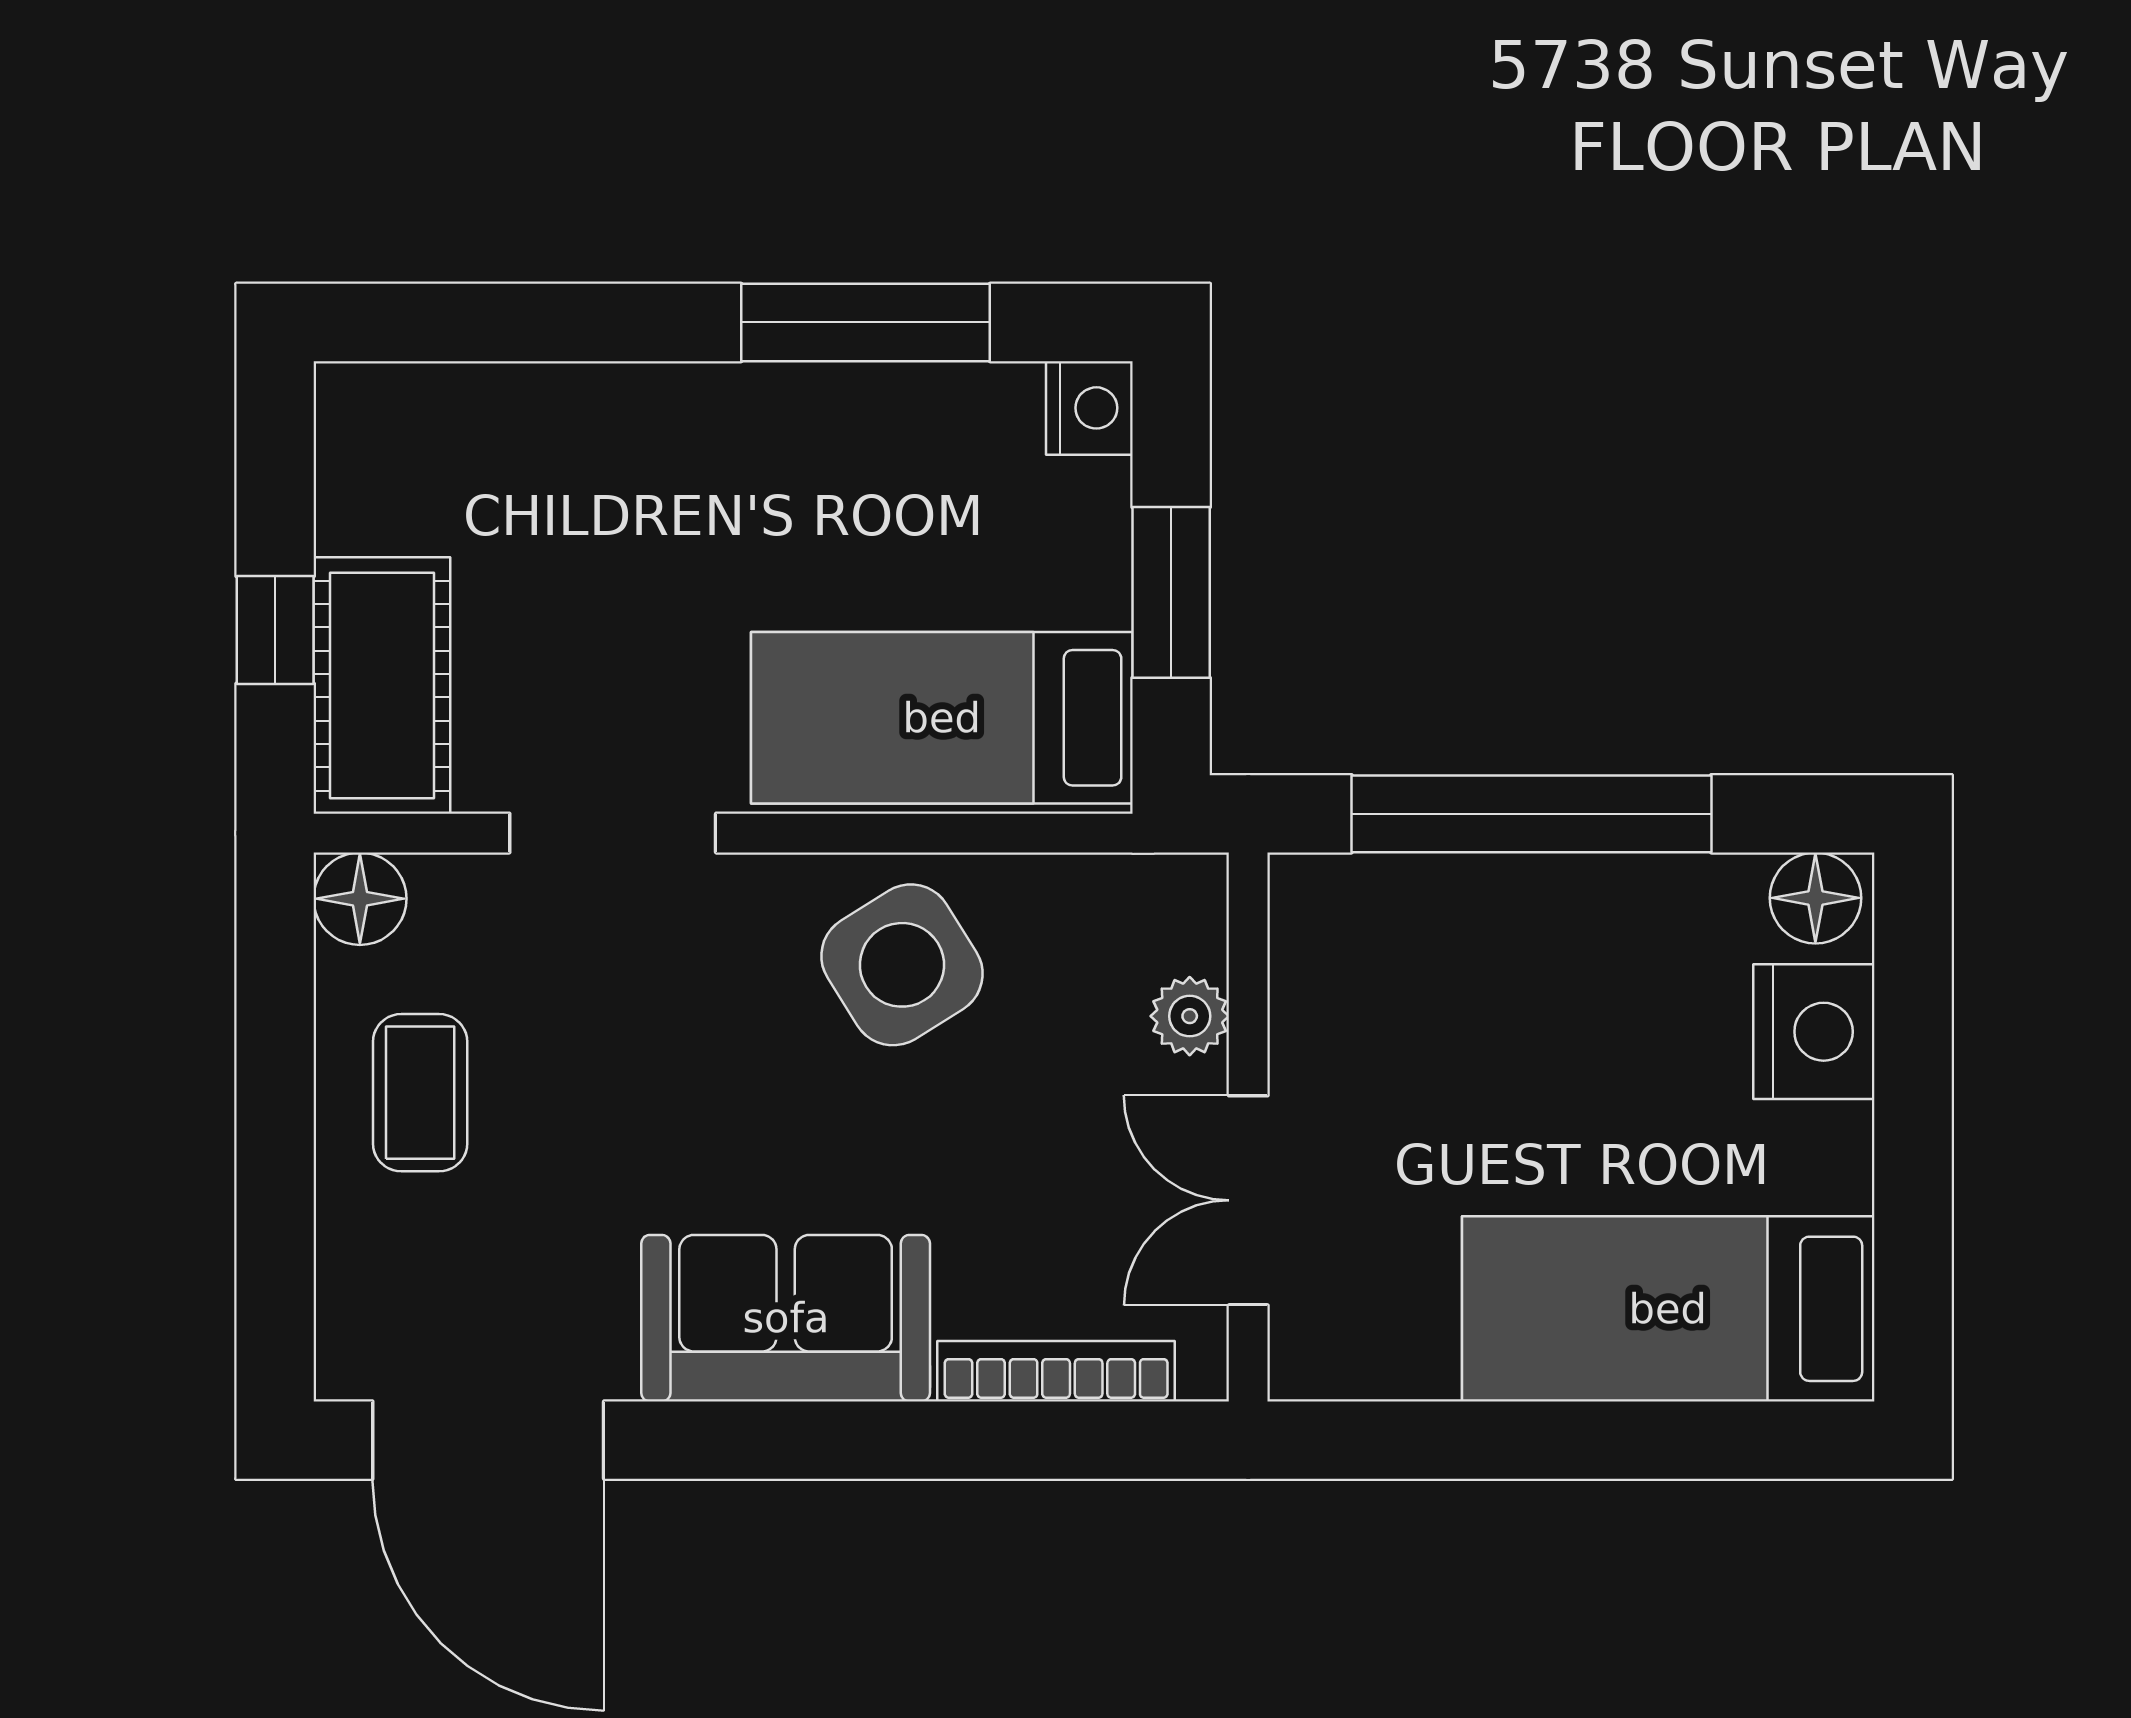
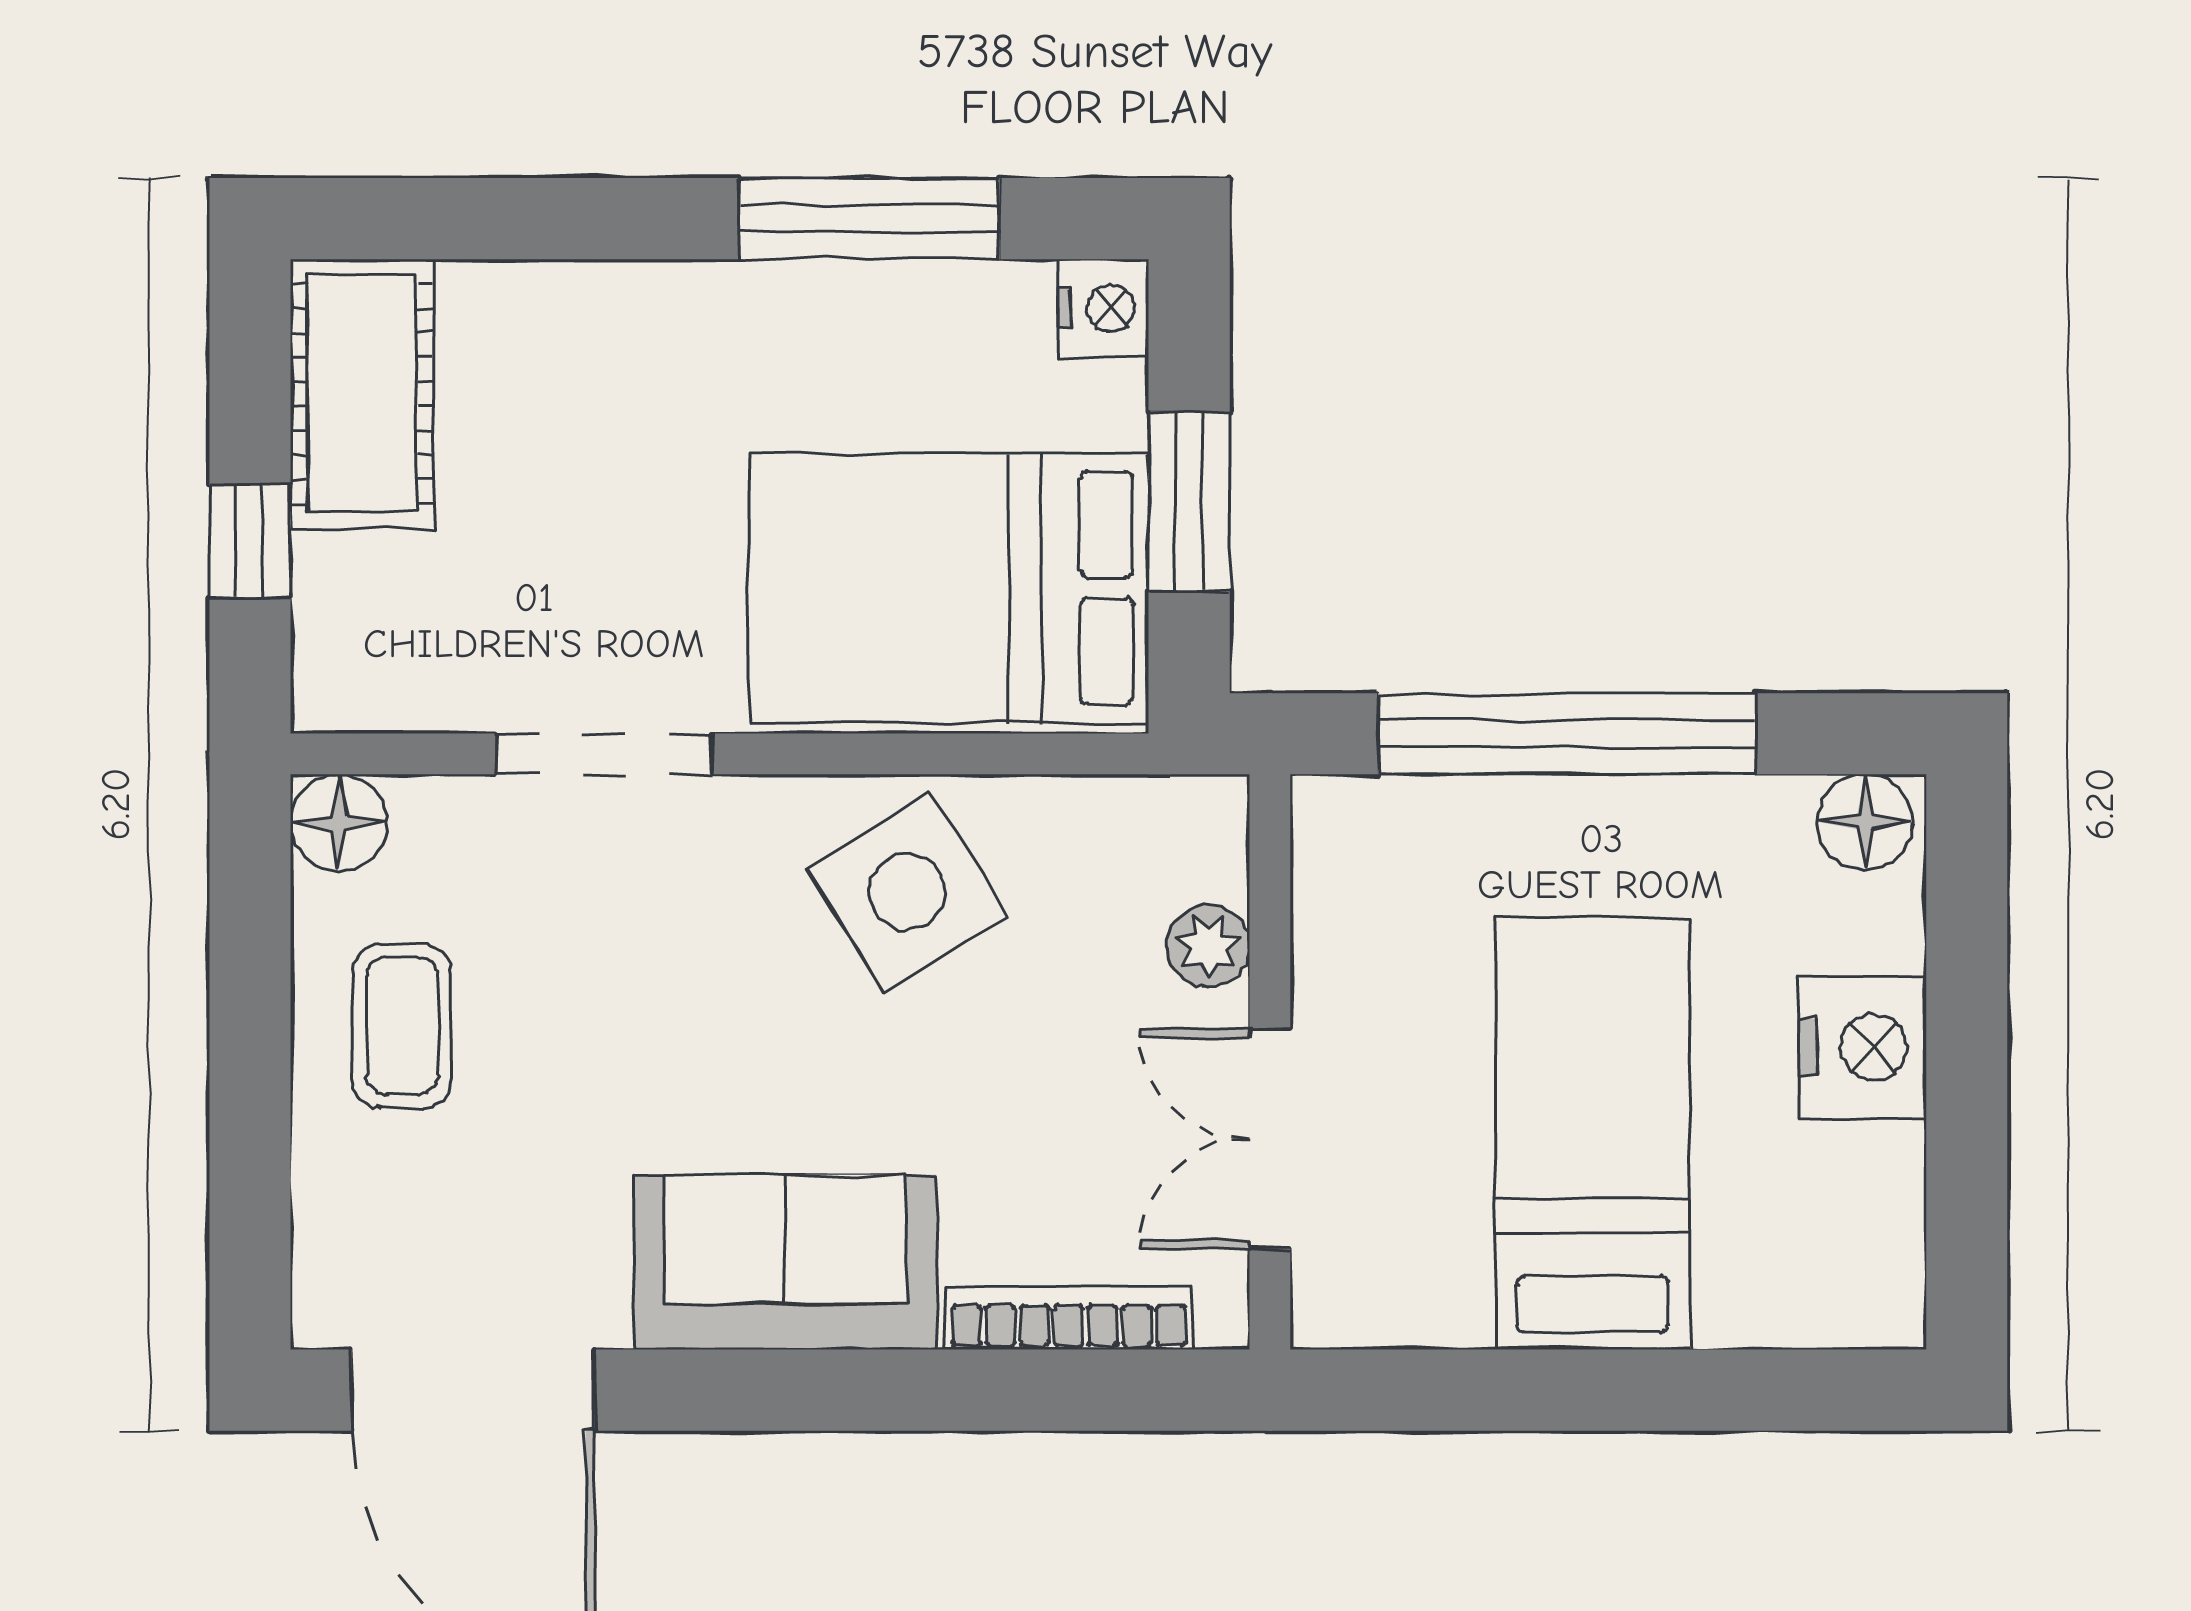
cot: (382, 686) -> (362, 394), moved
bed: (942, 718) -> (949, 588), width x1.50
nightstand: (1814, 1032) -> (1863, 1047), moved
bed: (1668, 1309) -> (1593, 1134), moved, turned 90

